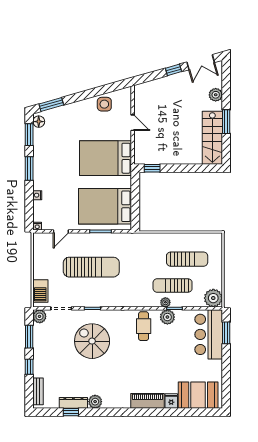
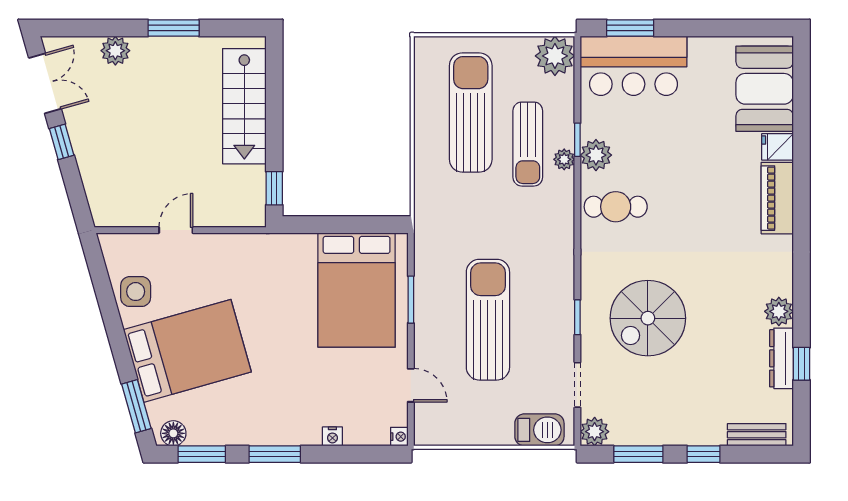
stairs: (212, 138) -> (244, 106), moved, turned 90
bed: (106, 158) -> (187, 351), moved, turned -106
sun lounger: (187, 259) -> (471, 113), width x1.36, depth x1.34

